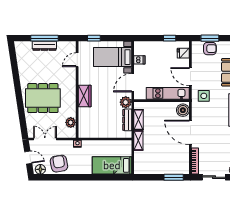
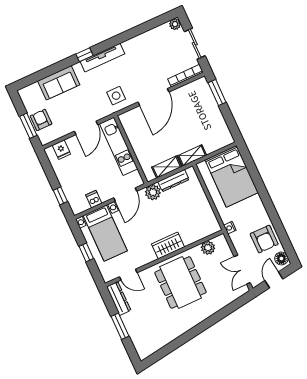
window: (45, 38) -> (120, 326), width x0.69
window: (94, 38) -> (86, 252), moved
window: (170, 38) -> (60, 196), moved
dresser: (44, 46) -> (119, 298), moved
door: (133, 83) -> (125, 195), hinge flipped
side table: (204, 96) -> (116, 96), moved
dining table: (43, 98) -> (181, 282), moved
boiler: (183, 110) -> (131, 119), removed
armchair: (59, 164) -> (264, 239), turned -80
bed: (112, 165) -> (232, 176), width x1.50

